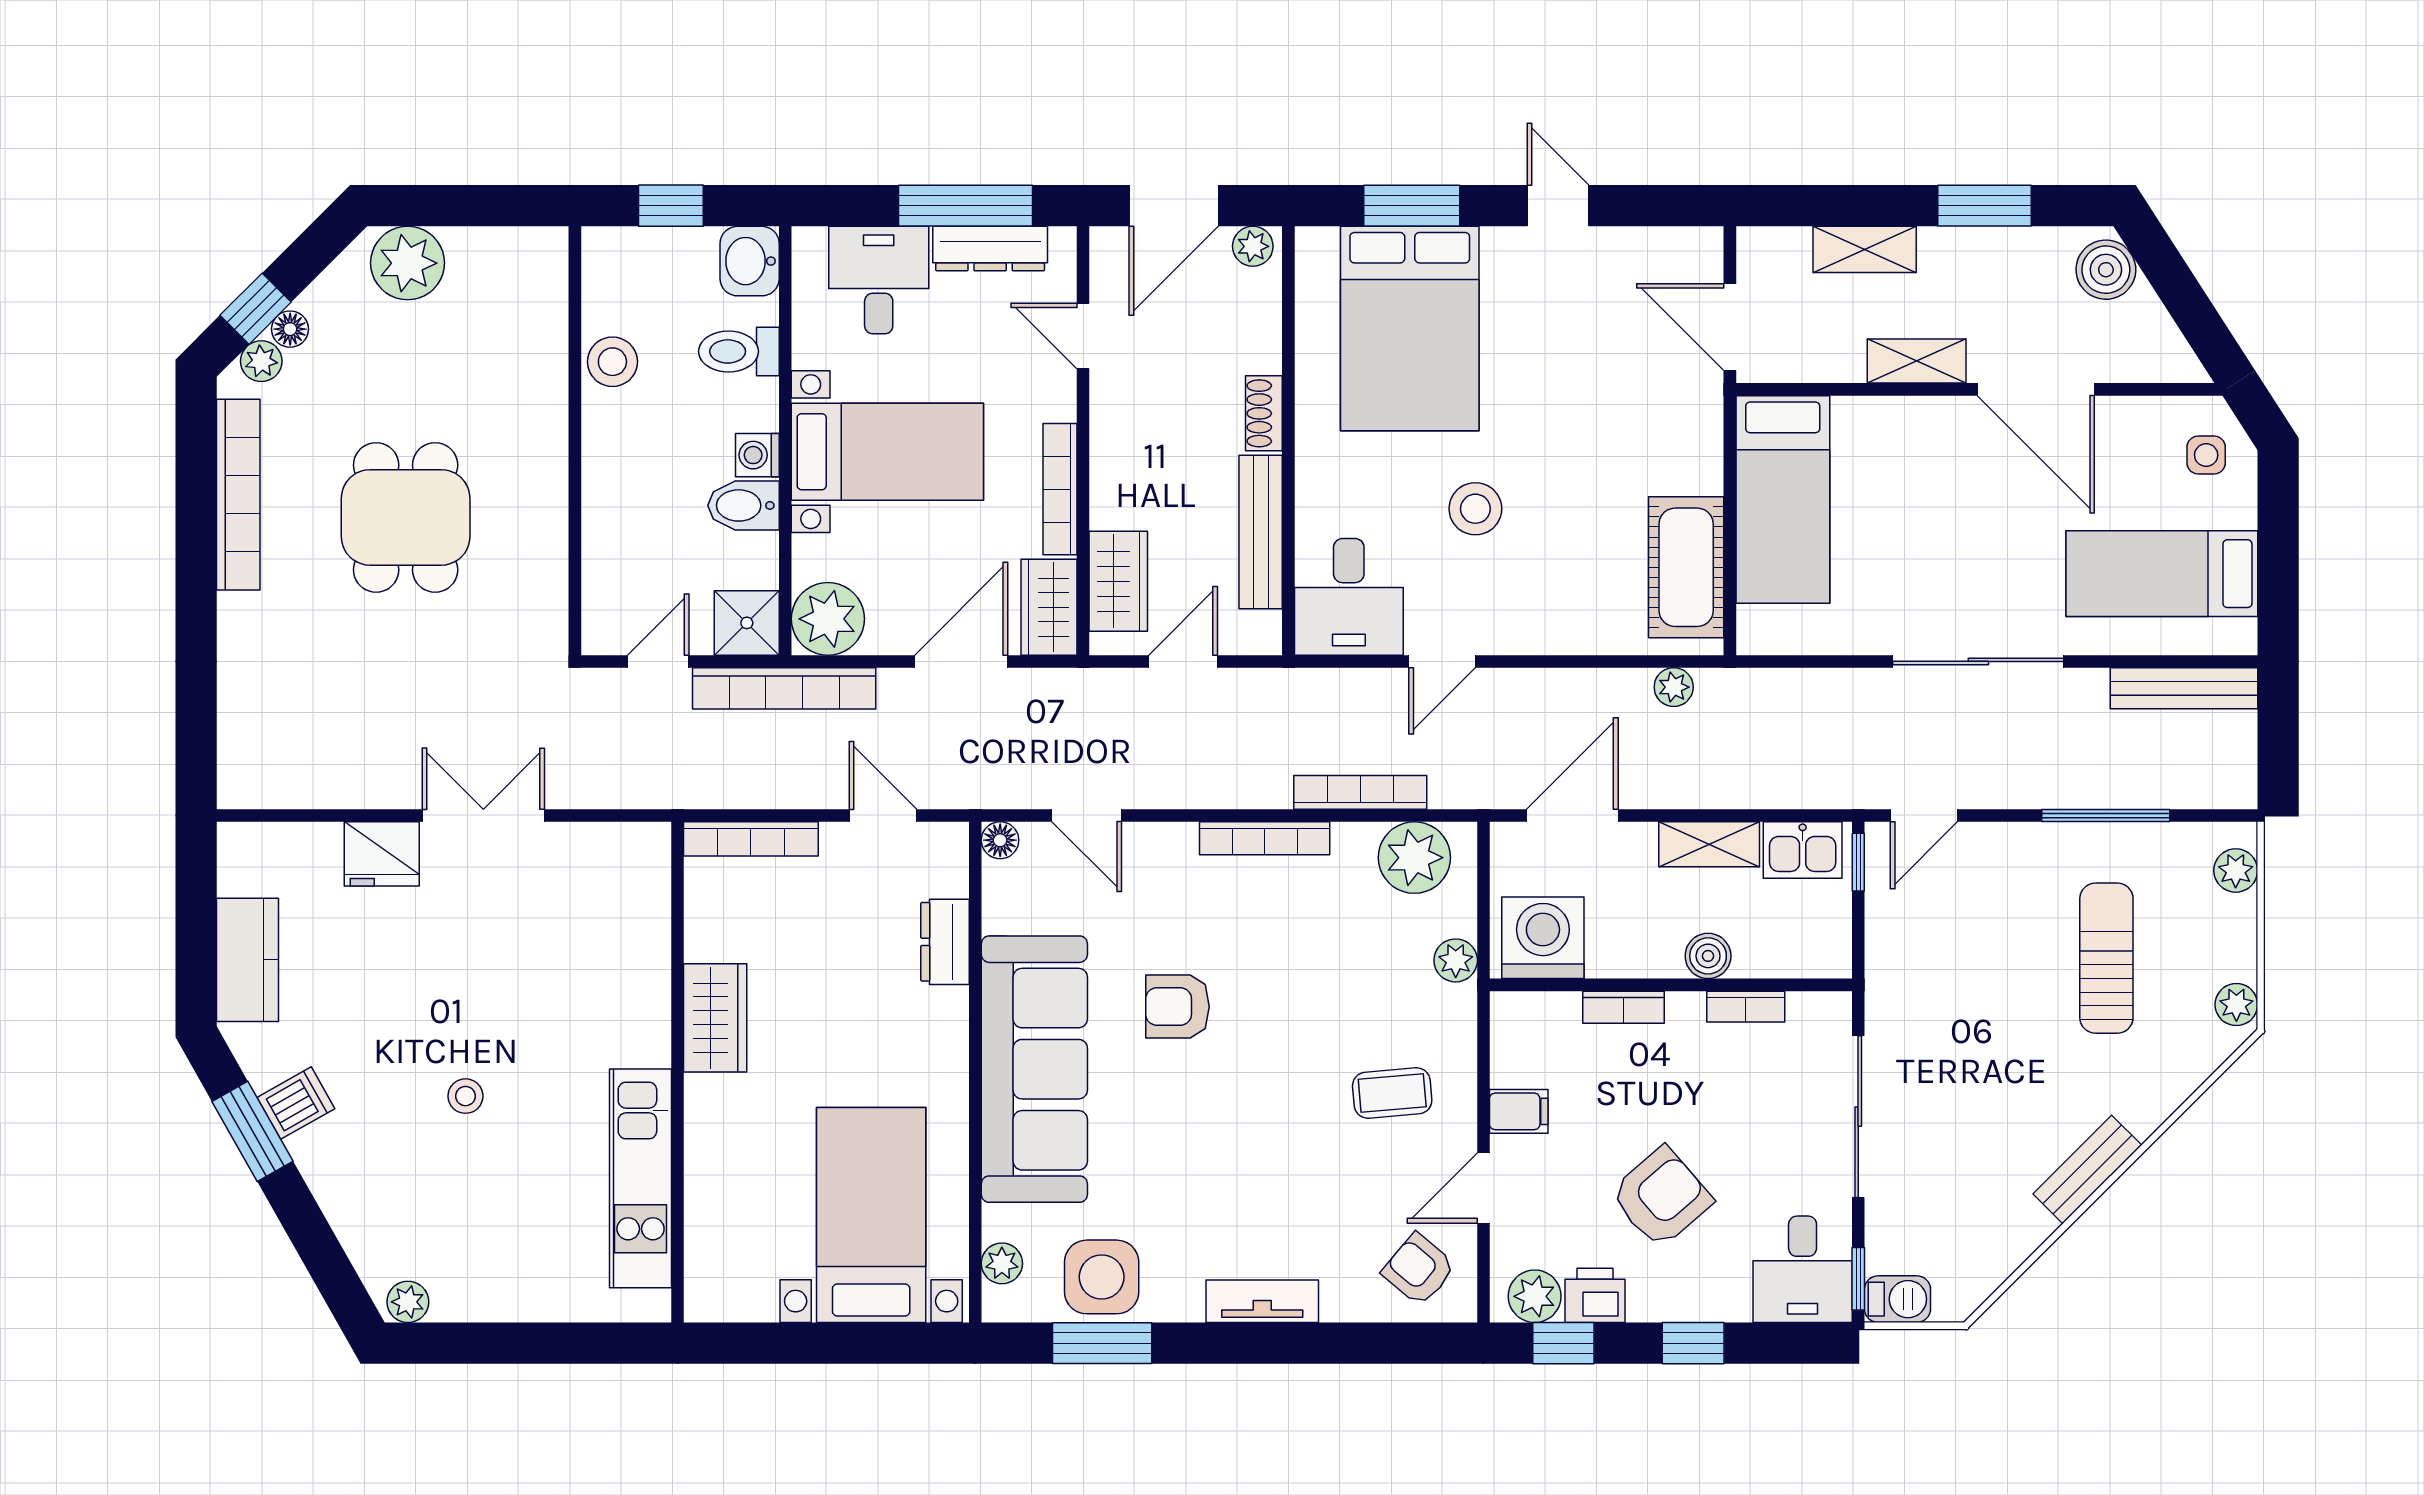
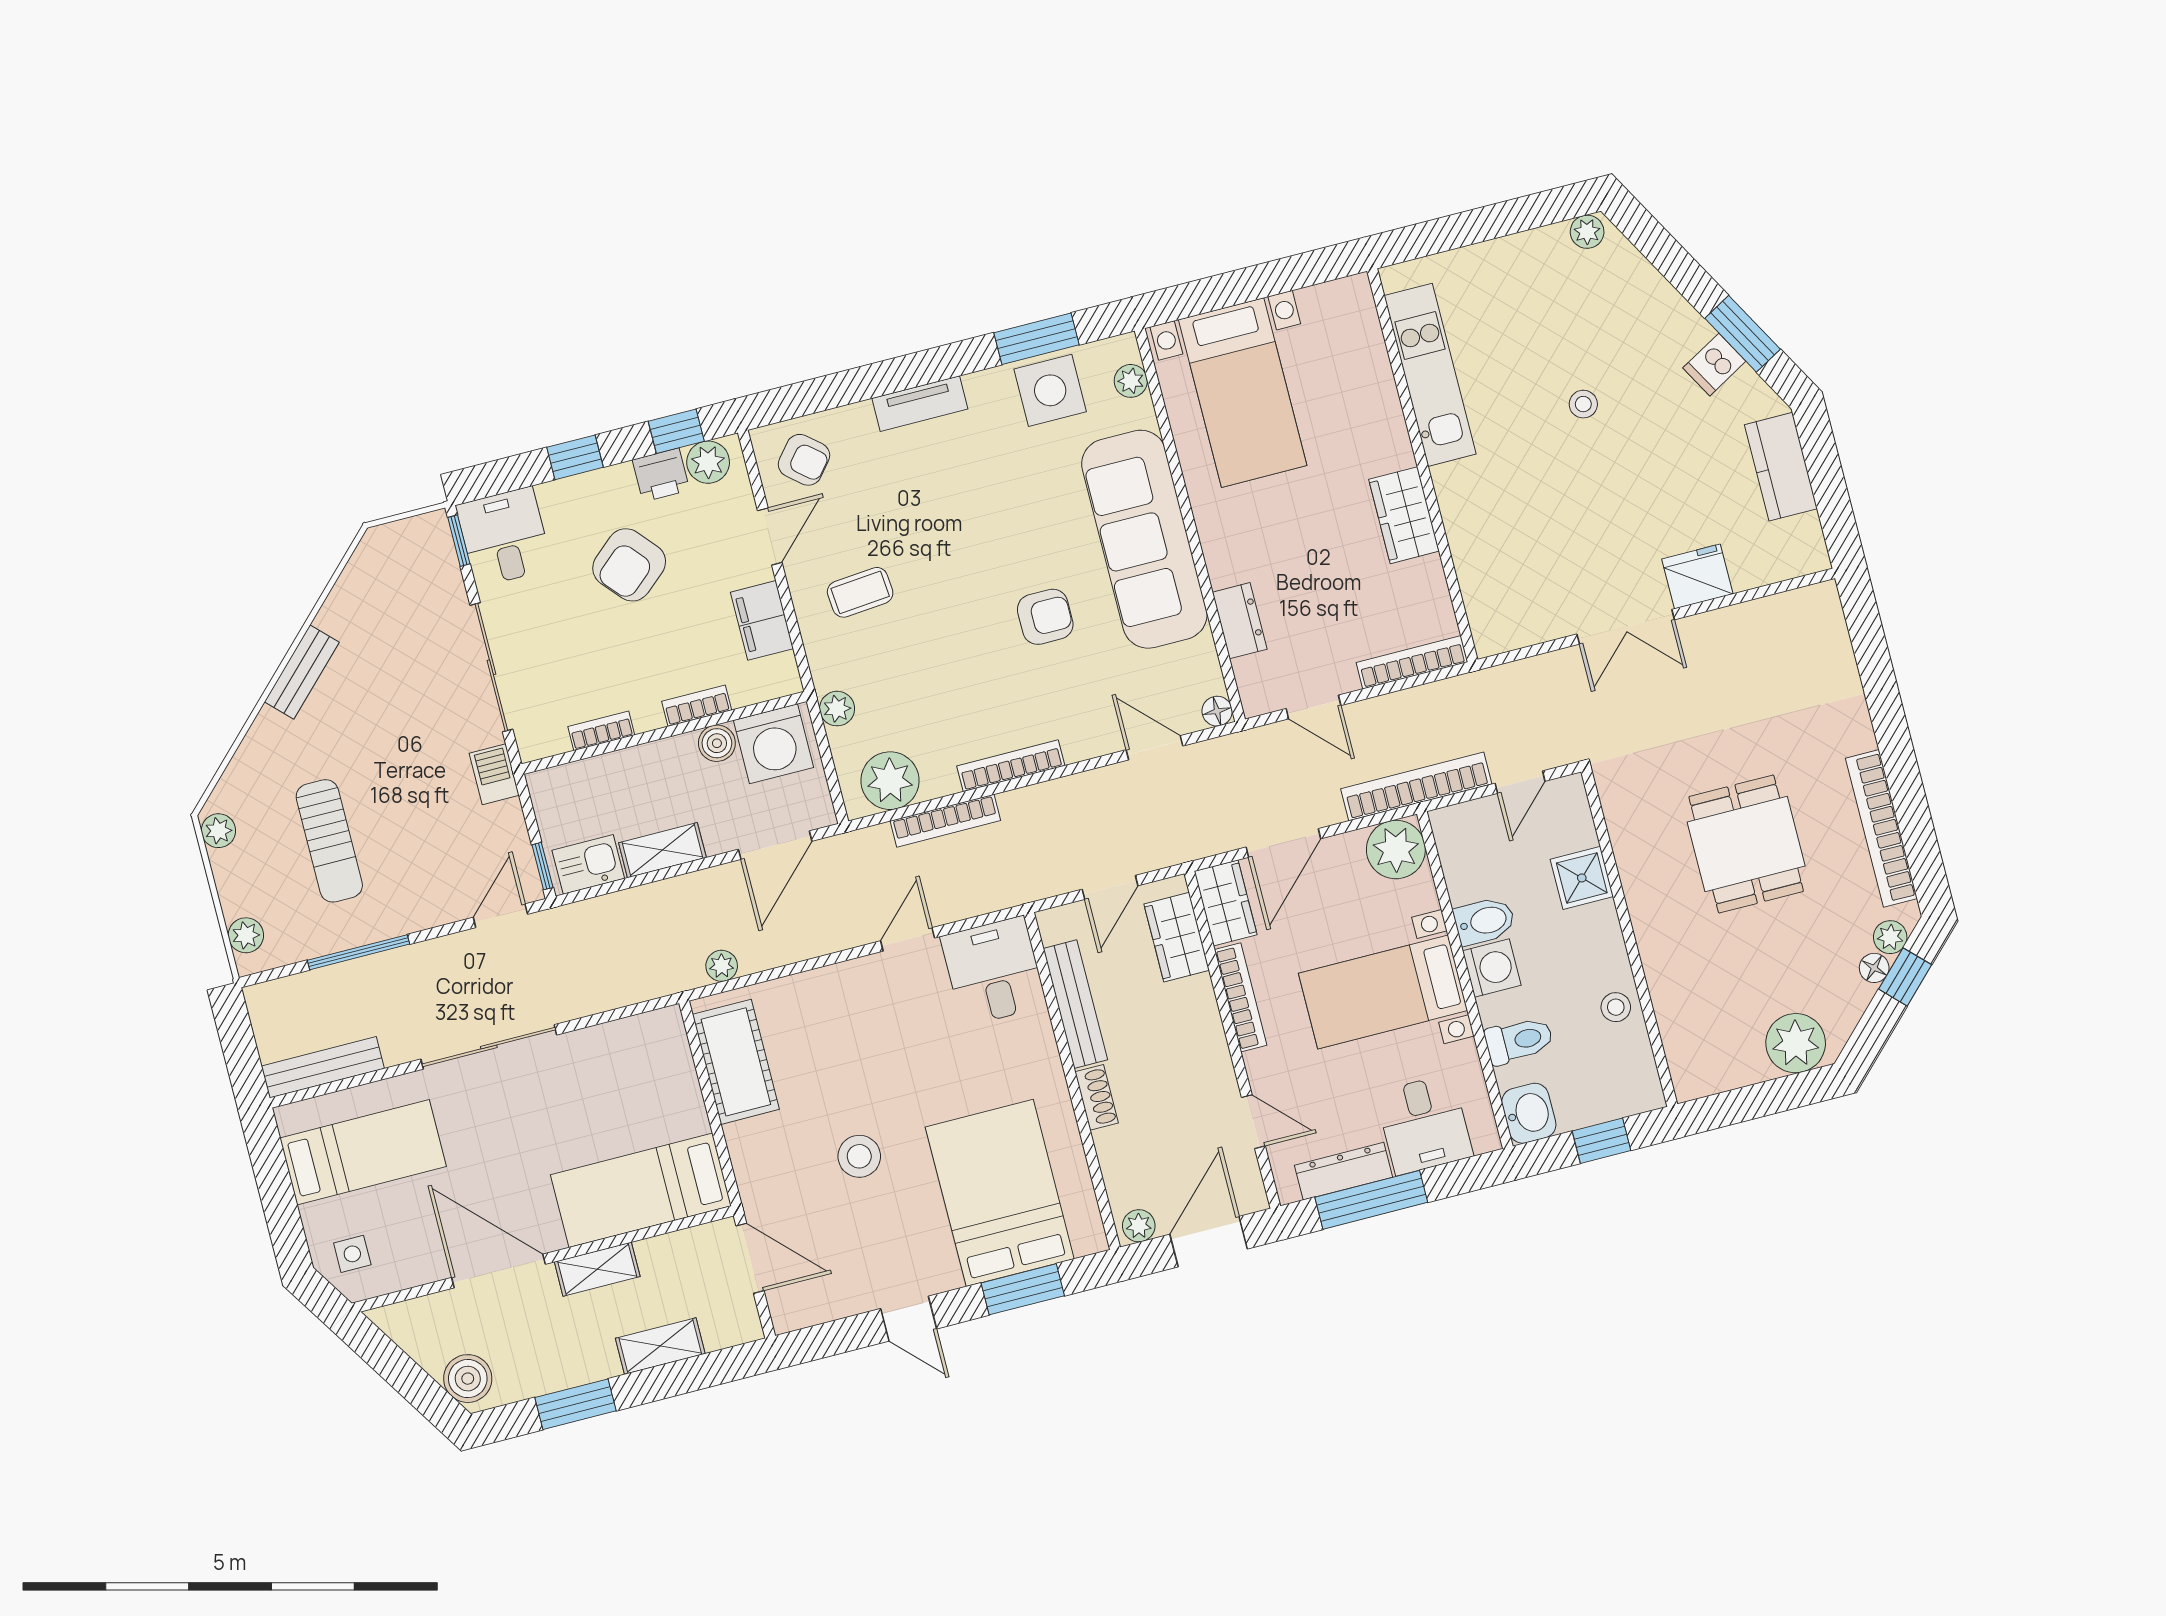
stool: (612, 362) -> (1616, 1007), width x0.73, depth x0.73
washing machine: (757, 455) -> (1492, 968), width x1.38, depth x1.38
bed: (1783, 499) -> (641, 1190), moved, turned -90
stool: (1475, 509) -> (859, 1156), moved
shower: (747, 623) -> (1582, 878), moved
boiler: (1708, 956) -> (717, 743), moved
filing cabinet: (1519, 1111) -> (762, 620), width x2.00
barbecue: (1897, 1299) -> (494, 774), moved, turned 90

